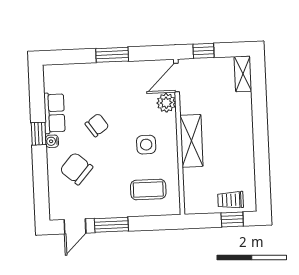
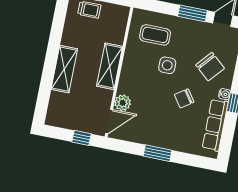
shelving: (243, 74) -> (64, 69), moved, width x1.50, depth x1.33
row of seats: (54, 113) -> (215, 125), width x1.48
side table: (146, 145) -> (167, 65), moved

